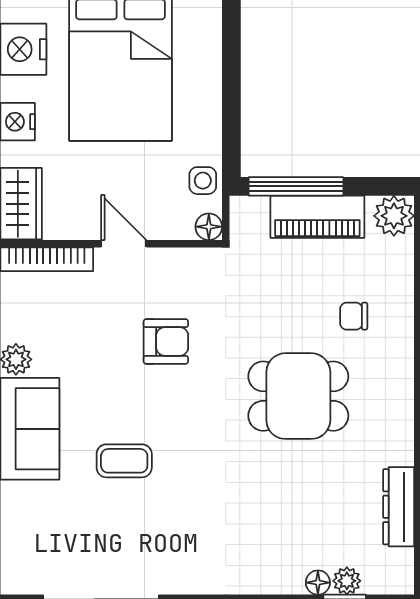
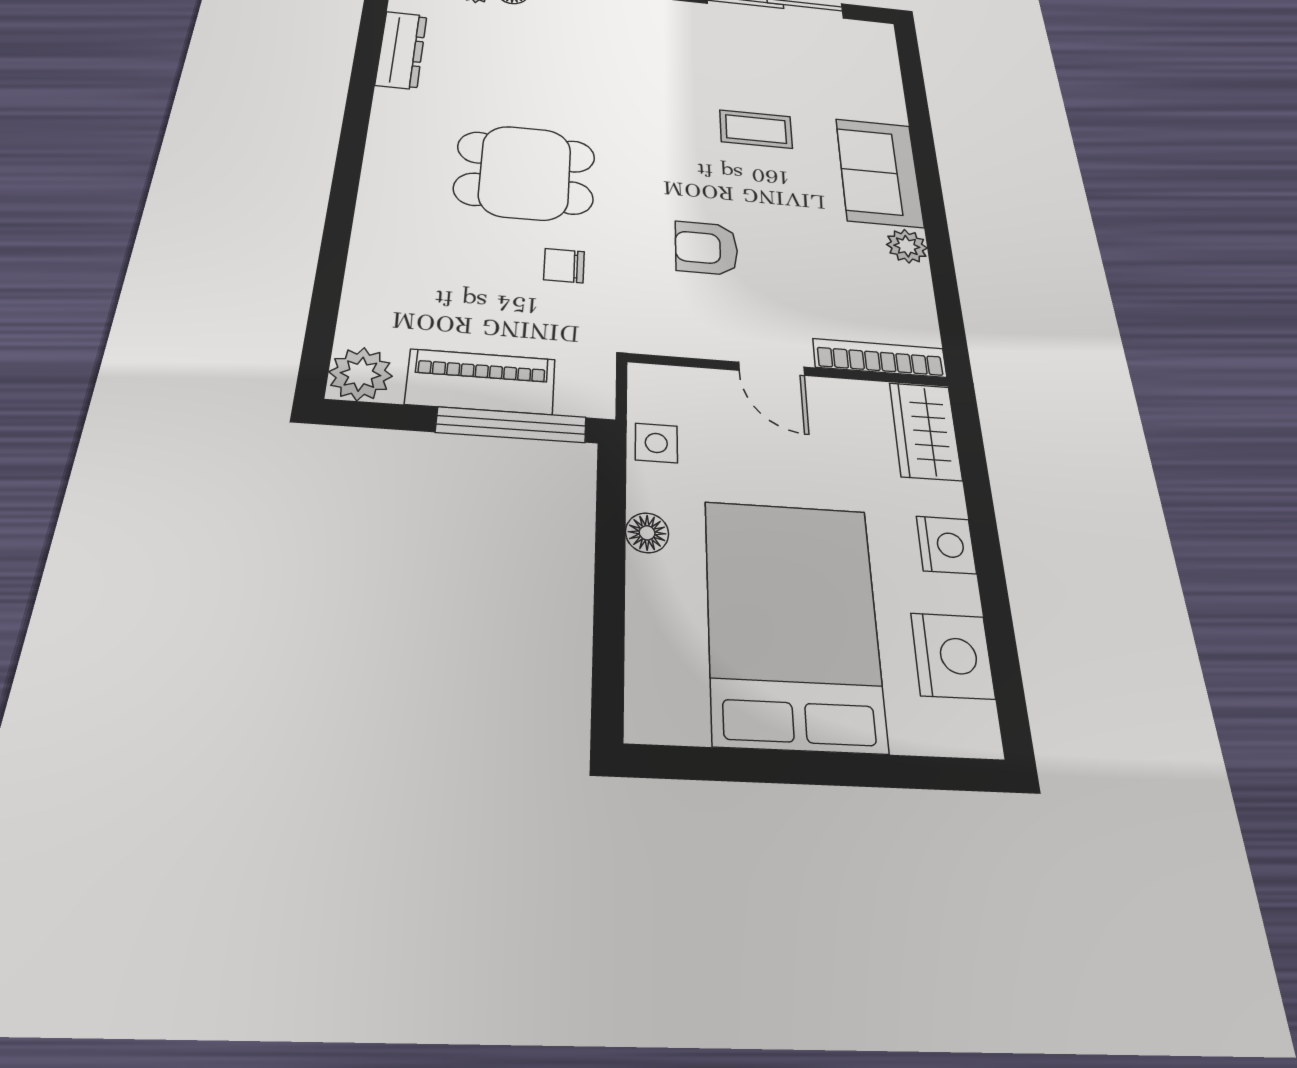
floor lamp: (209, 227) -> (647, 533), moved
chair: (354, 316) -> (564, 266), moved, turned 180

